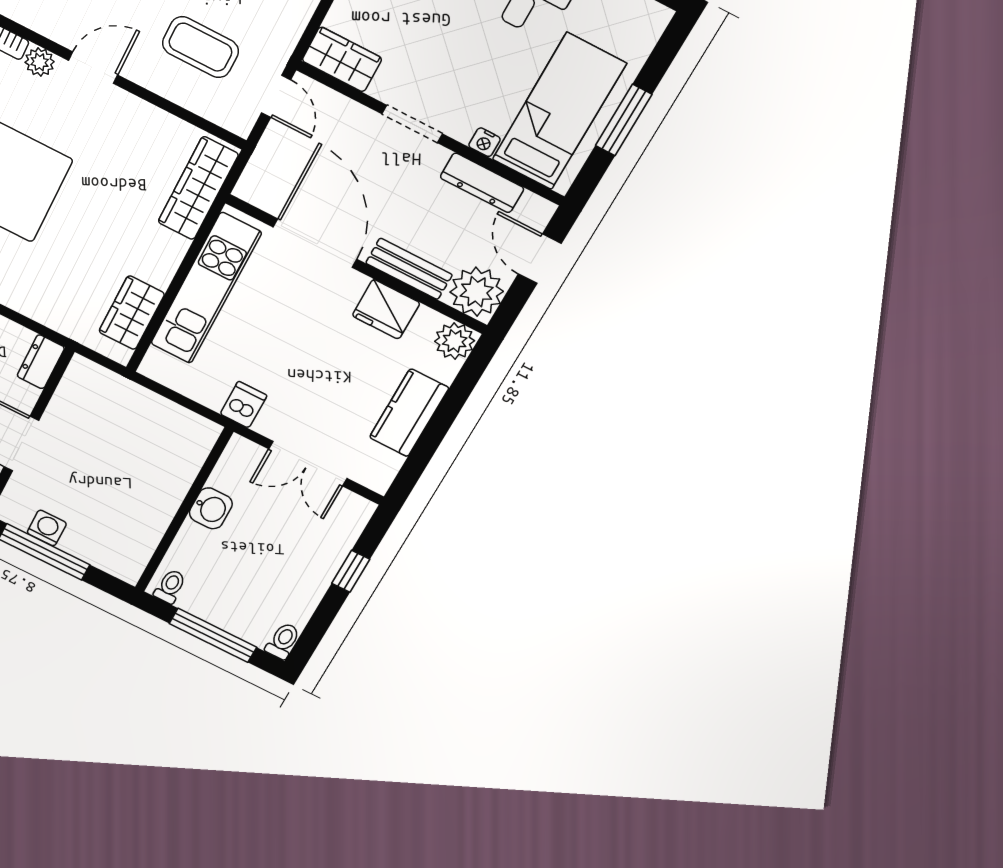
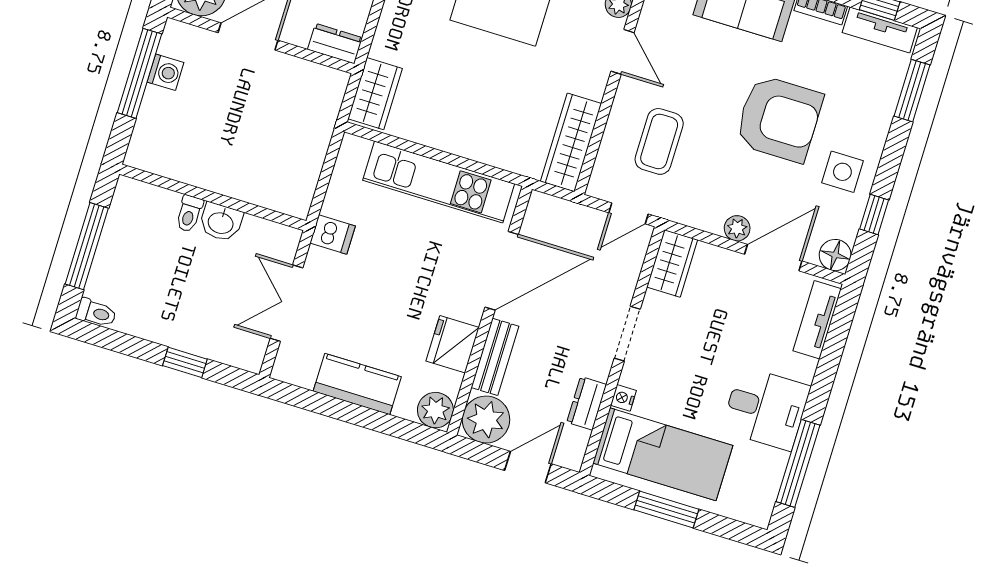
dresser: (482, 183) -> (587, 403), width x0.70
wardrobe: (198, 188) -> (571, 142), moved, turned -90
wardrobe: (132, 313) -> (375, 94), moved, turned 90
toilet: (170, 586) -> (189, 214), moved, turned 90

